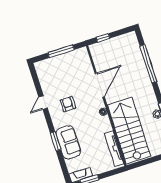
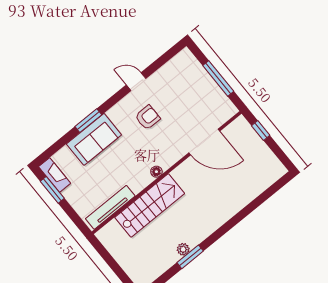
window: (148, 64) -> (249, 209), removed
door: (100, 85) -> (204, 142), moved
stairs: (129, 131) -> (150, 205), width x0.73, depth x0.66

